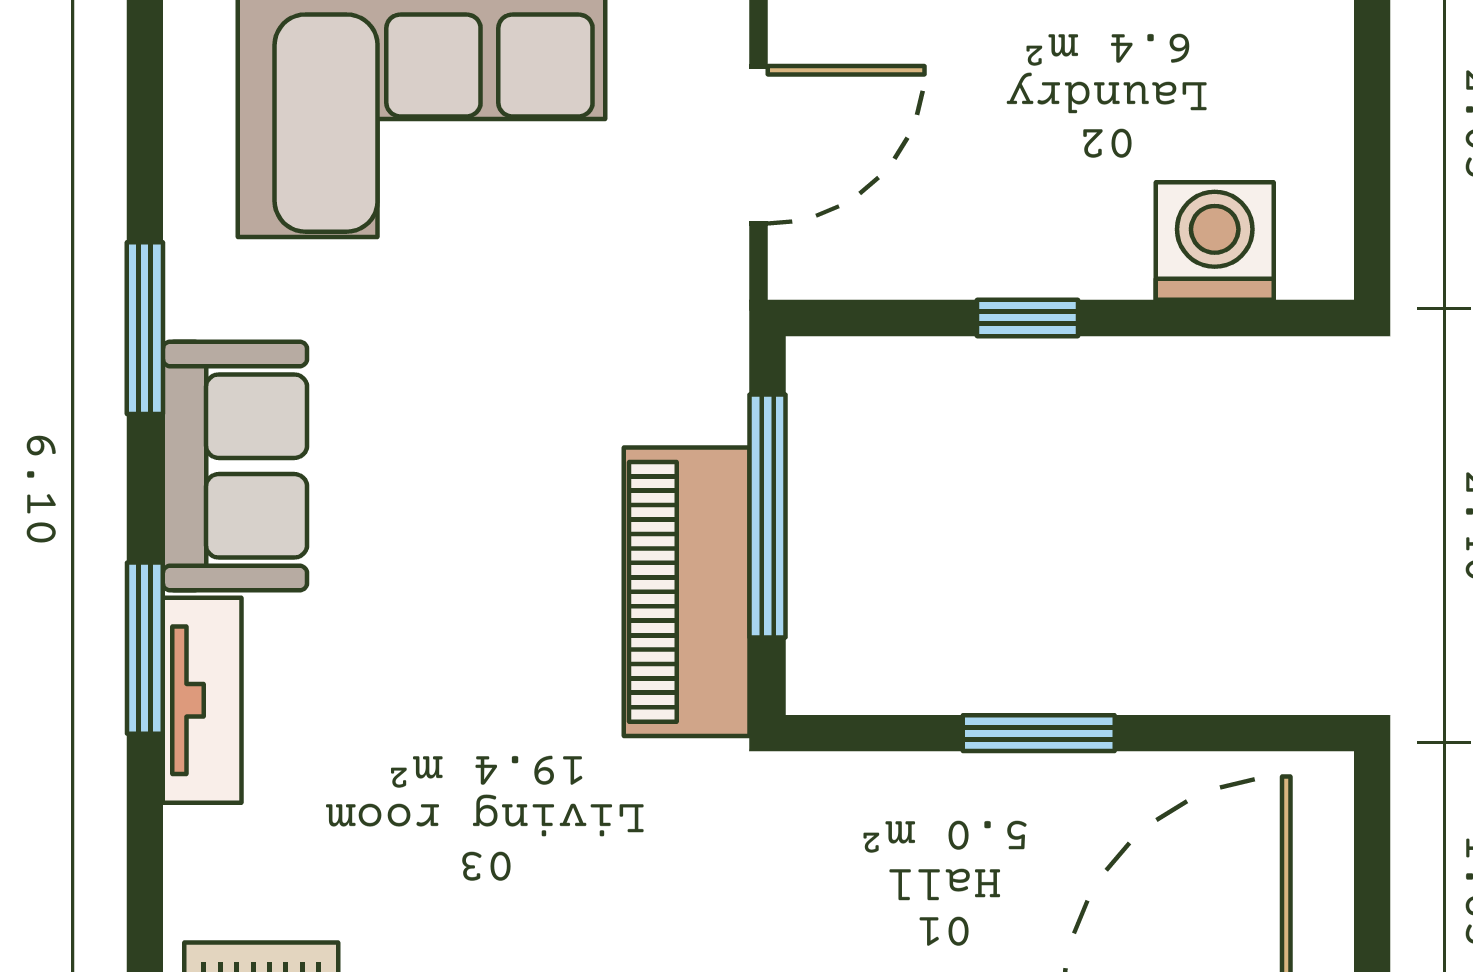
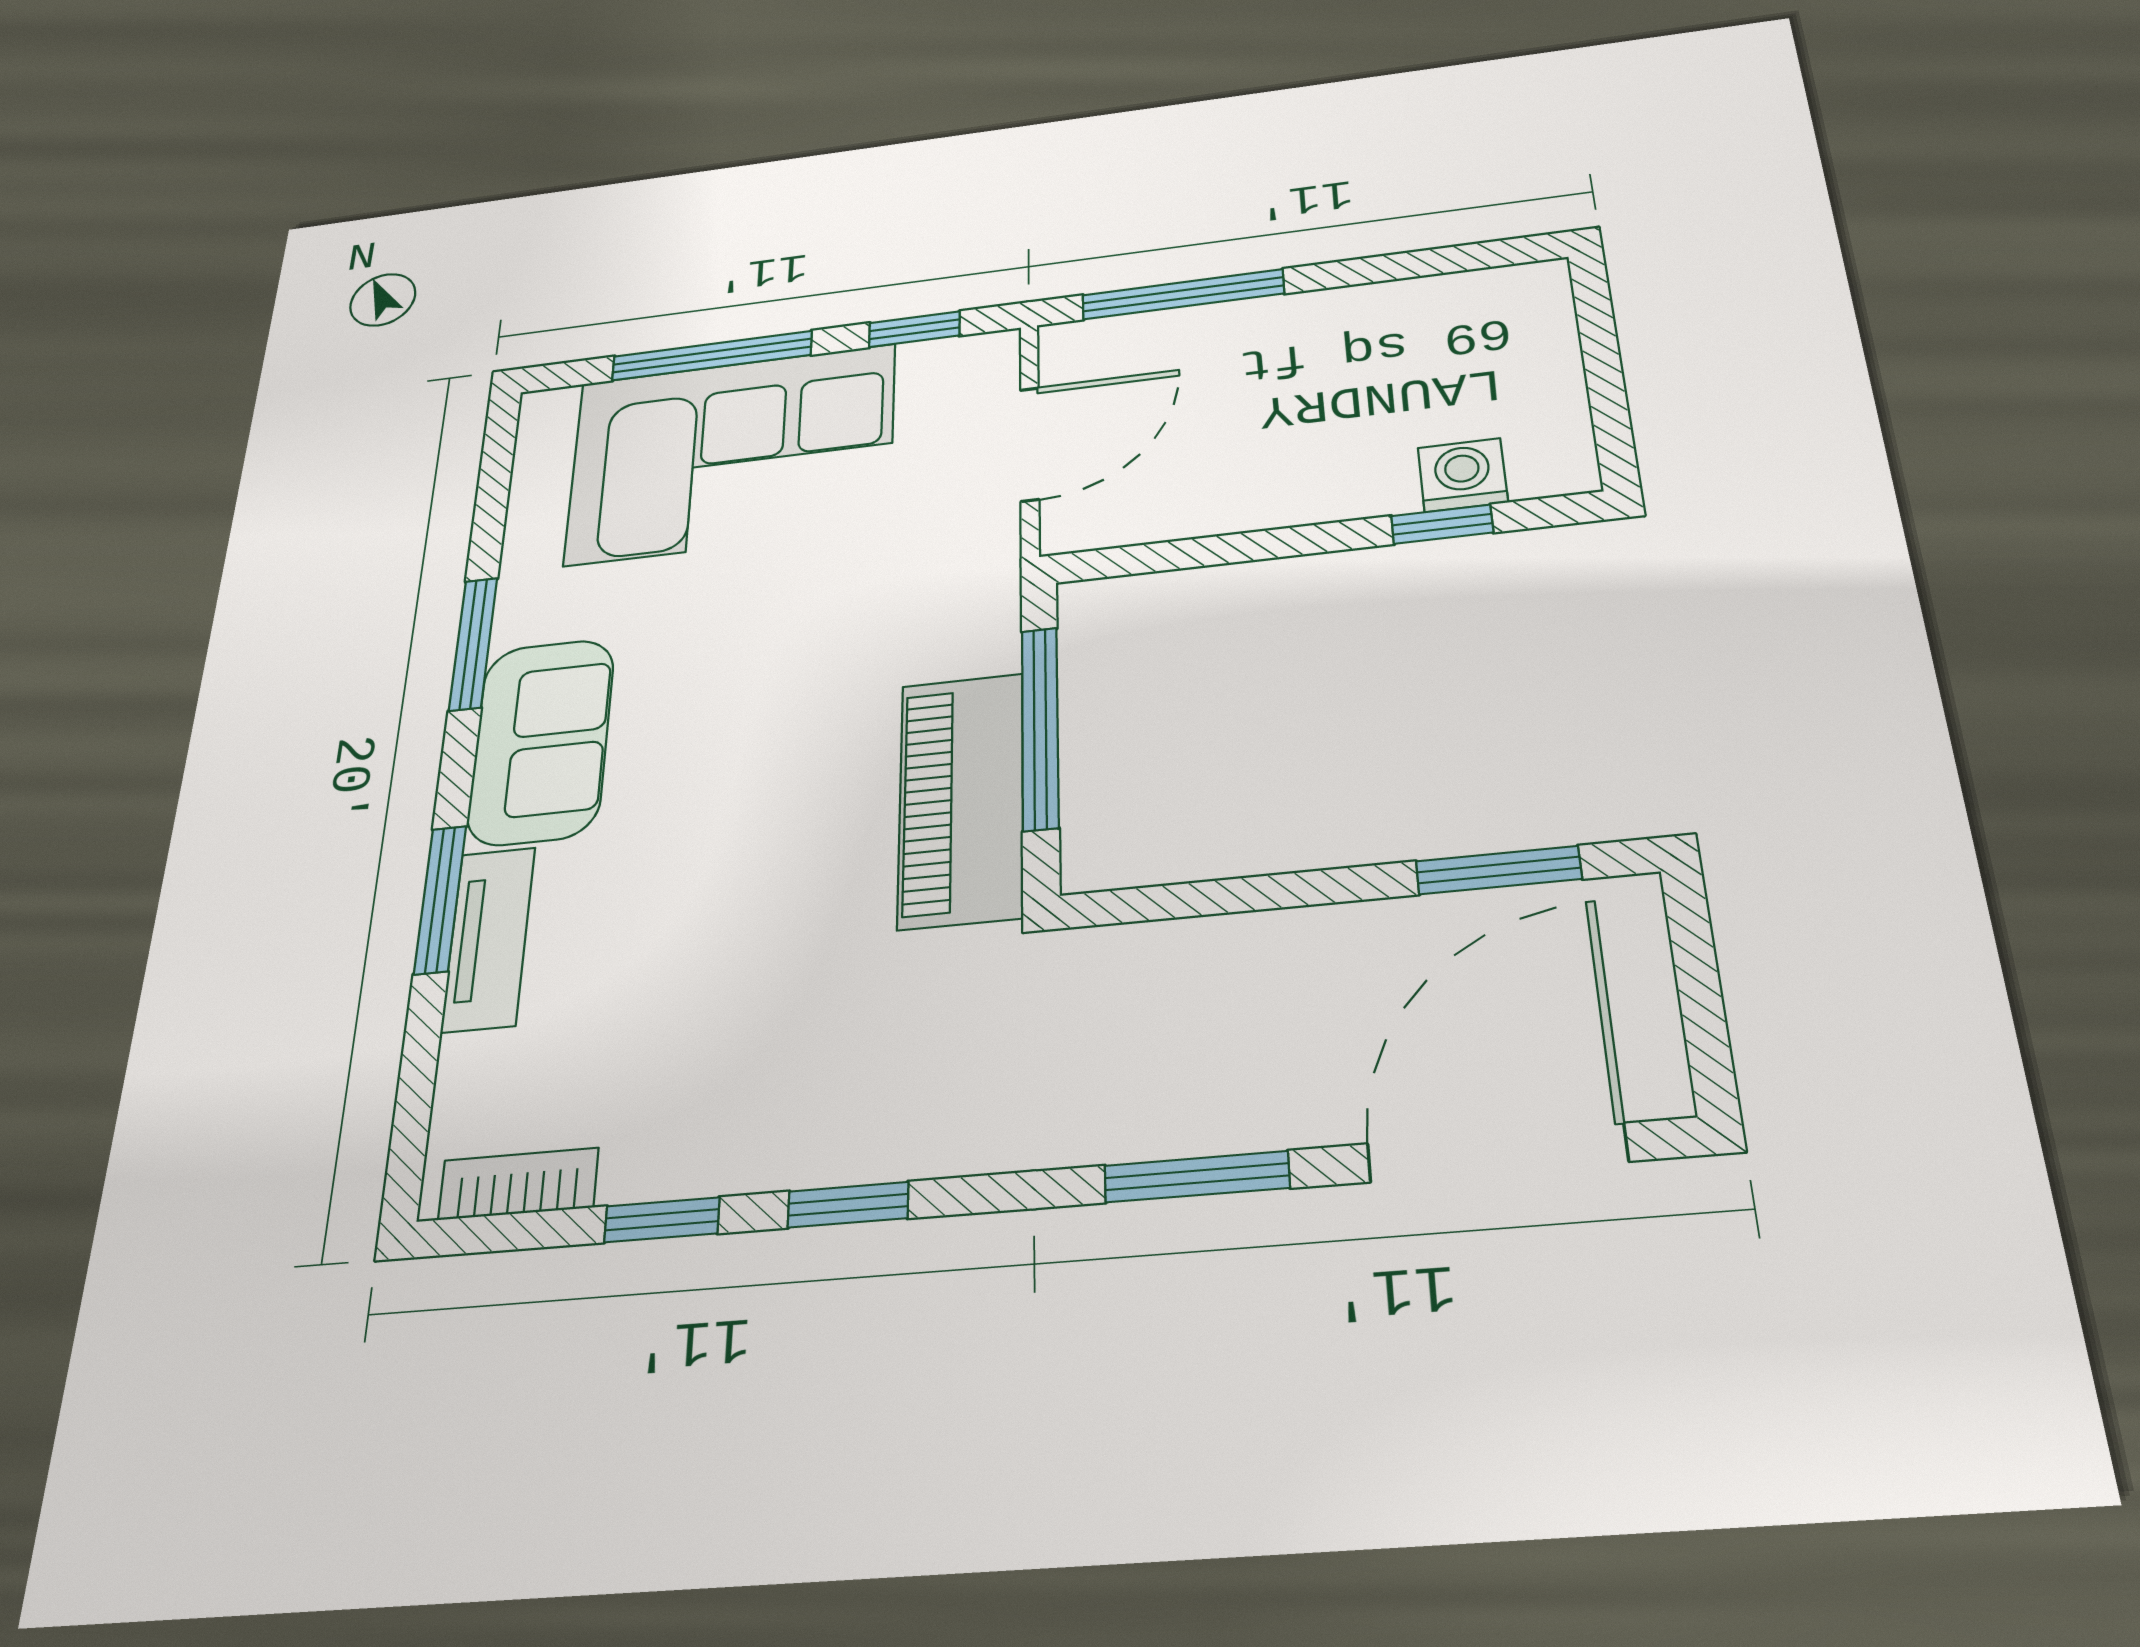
washing machine: (1215, 241) -> (1463, 475), width x0.73, depth x0.73
window: (1027, 318) -> (1442, 524), moved
window: (1039, 733) -> (1499, 870), moved

